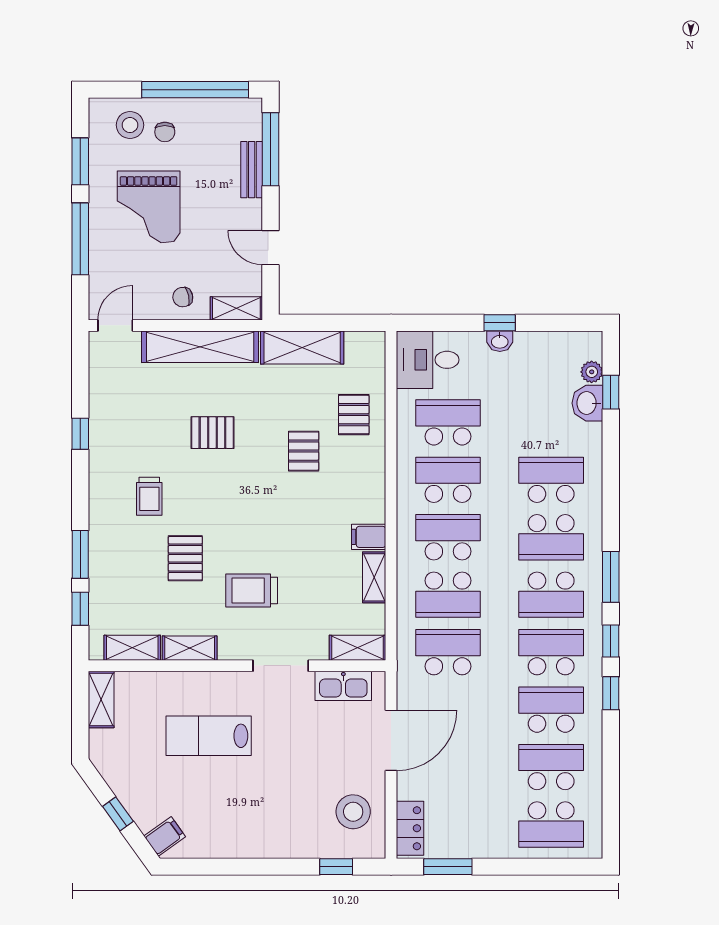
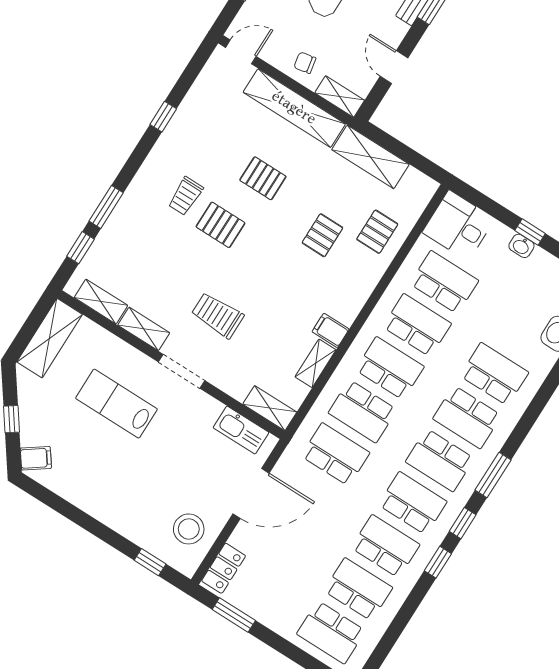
pallet: (185, 558) -> (220, 225), moved, turned 90
doorway: (281, 666) -> (182, 371), moved
shelving: (101, 700) -> (50, 338), width x1.50, depth x1.33

